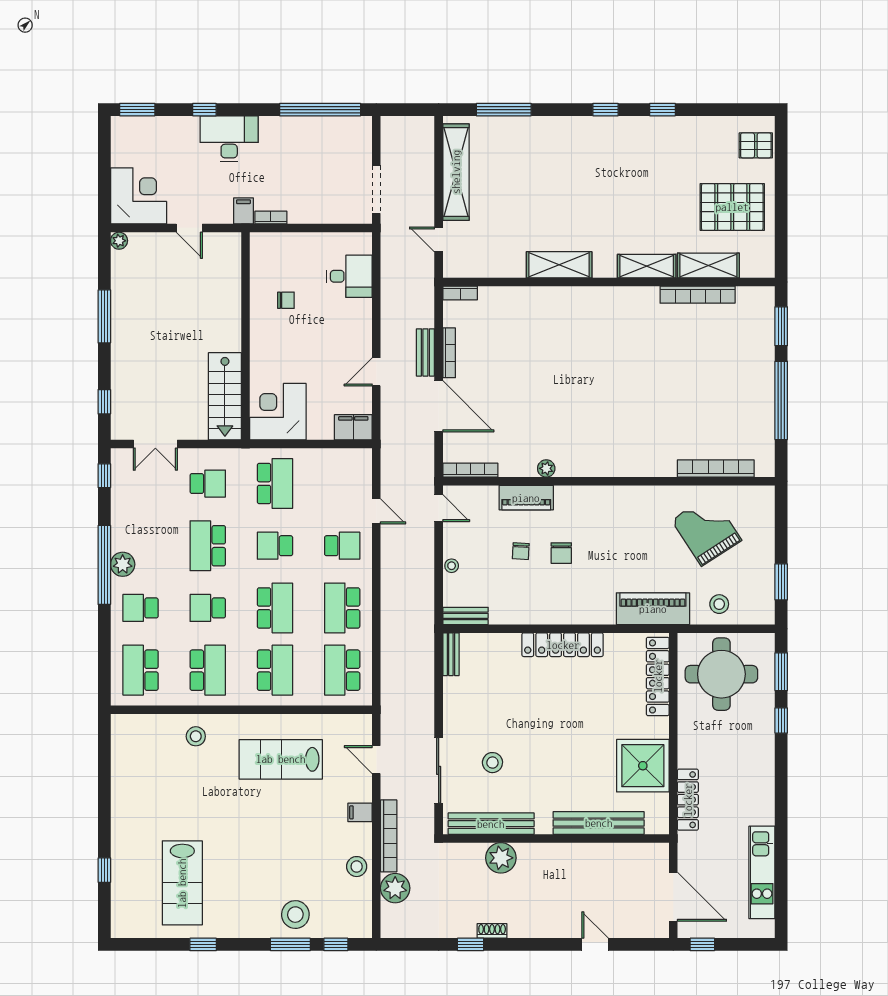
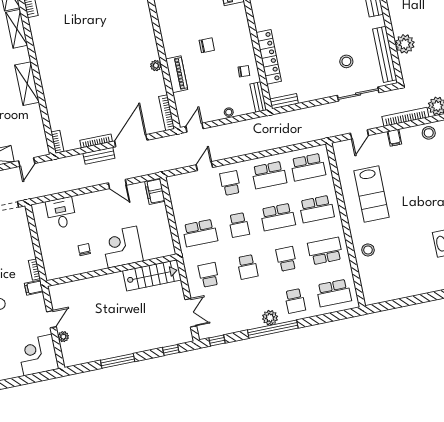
plant: (119, 241) -> (63, 337), moved
corner desk: (278, 412) -> (122, 247), moved, turned 90
school desk: (275, 484) -> (200, 233), turned 180
school desk: (208, 546) -> (247, 267), width x0.54
chair: (521, 551) -> (244, 71), moved
school desk: (208, 608) -> (286, 259), turned 180
school desk: (275, 608) -> (278, 217), turned 180
locker: (563, 645) -> (269, 57), moved
school desk: (275, 670) -> (317, 209), turned 180

